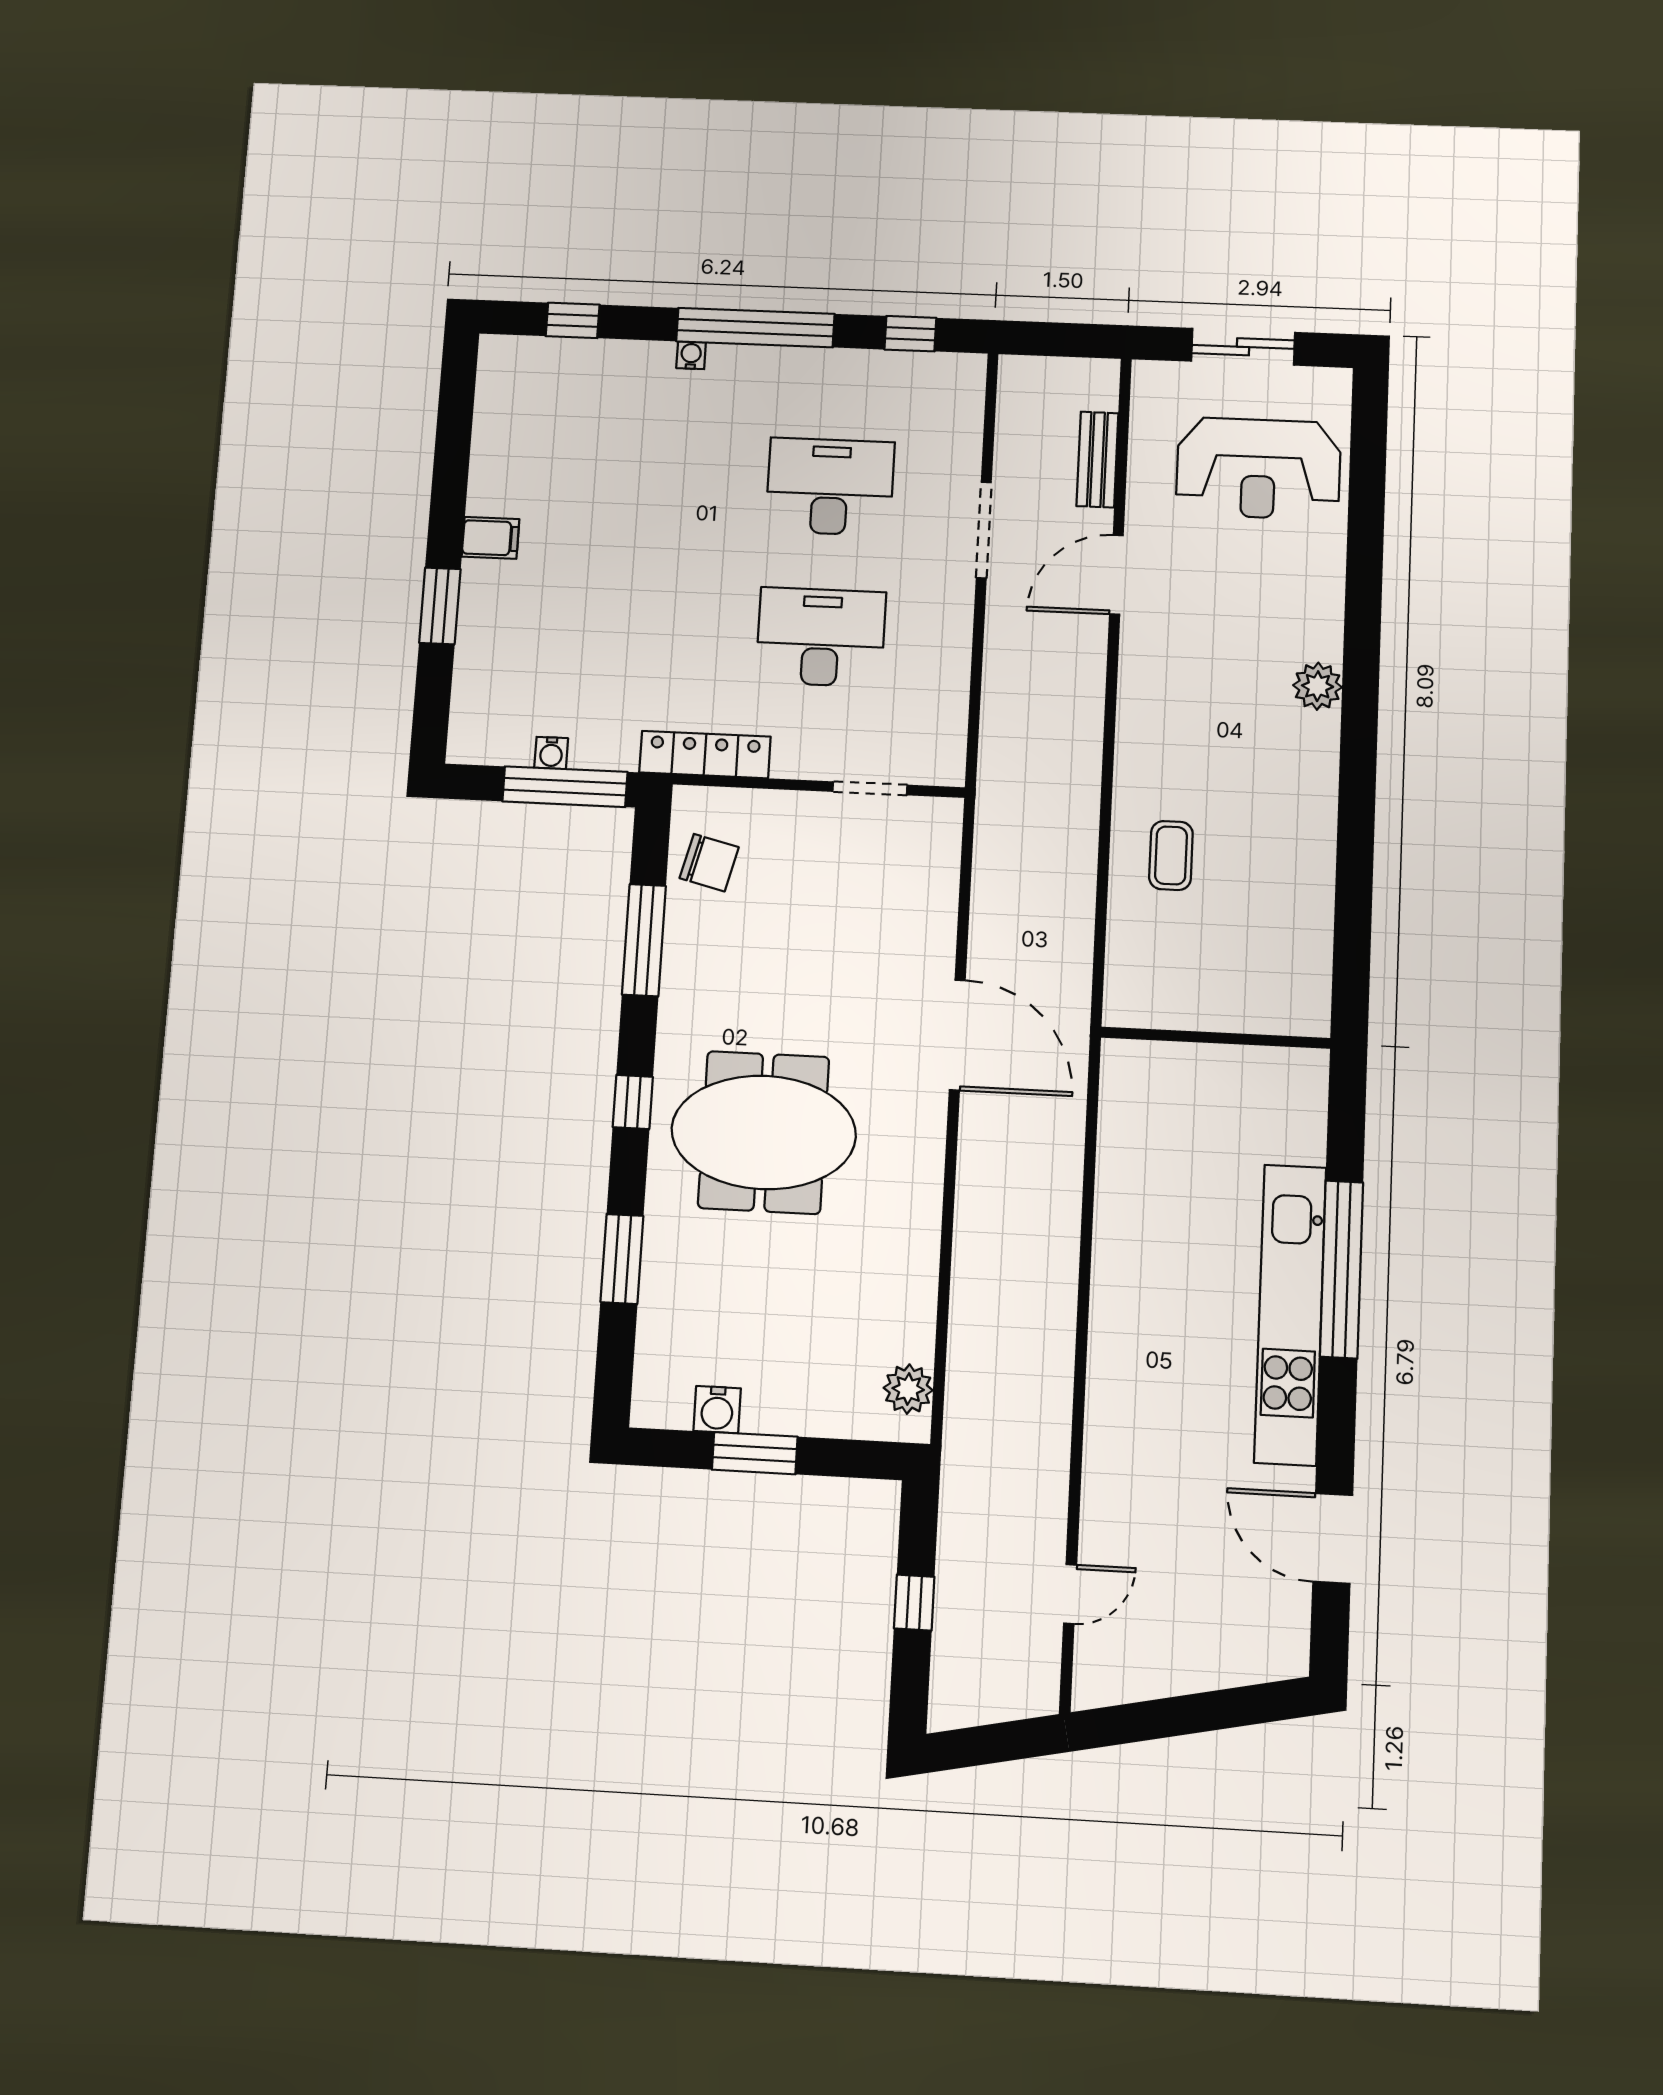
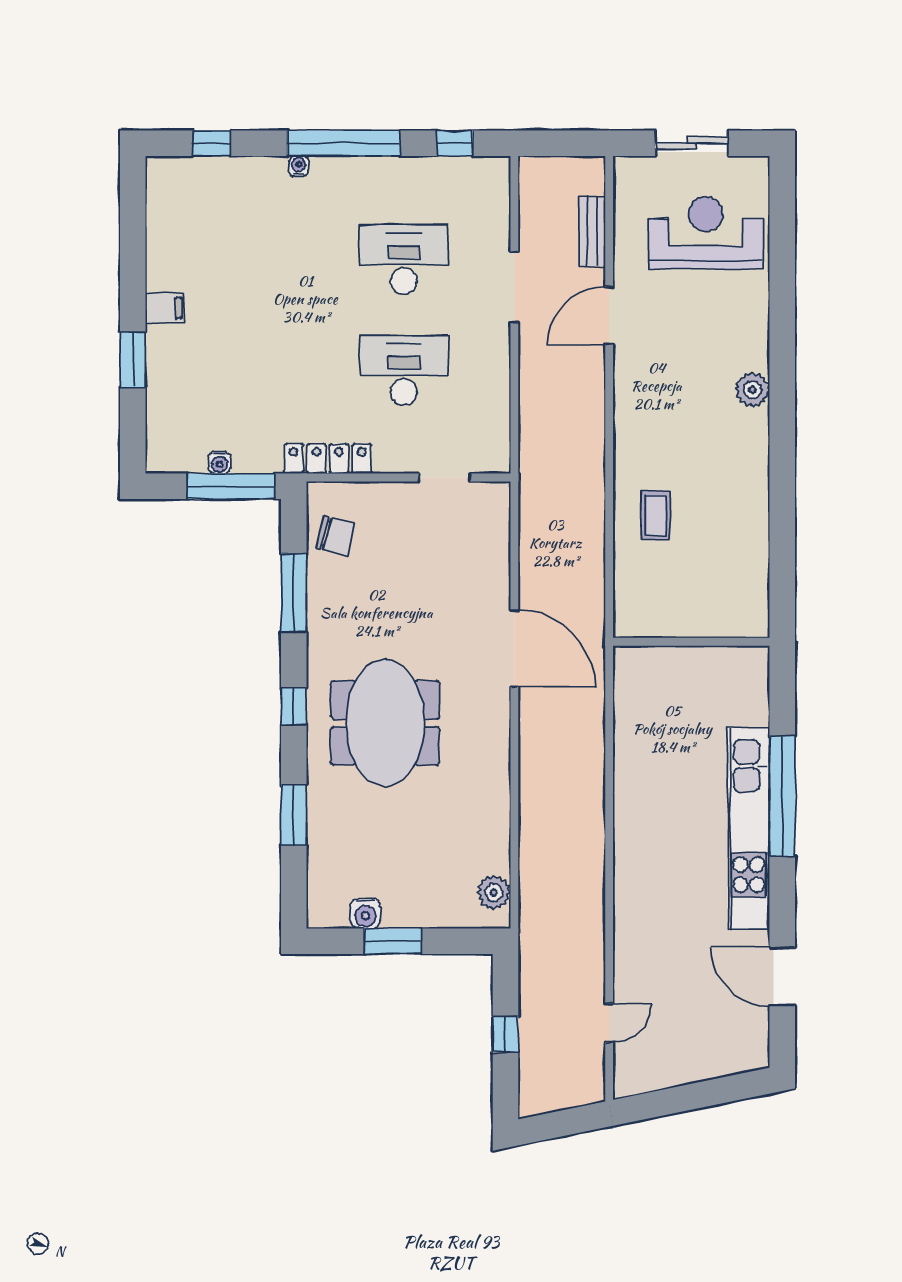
reception desk: (1258, 468) -> (706, 233), turned 180
meeting table: (764, 1132) -> (385, 723), turned 90

